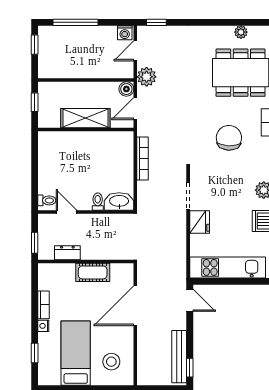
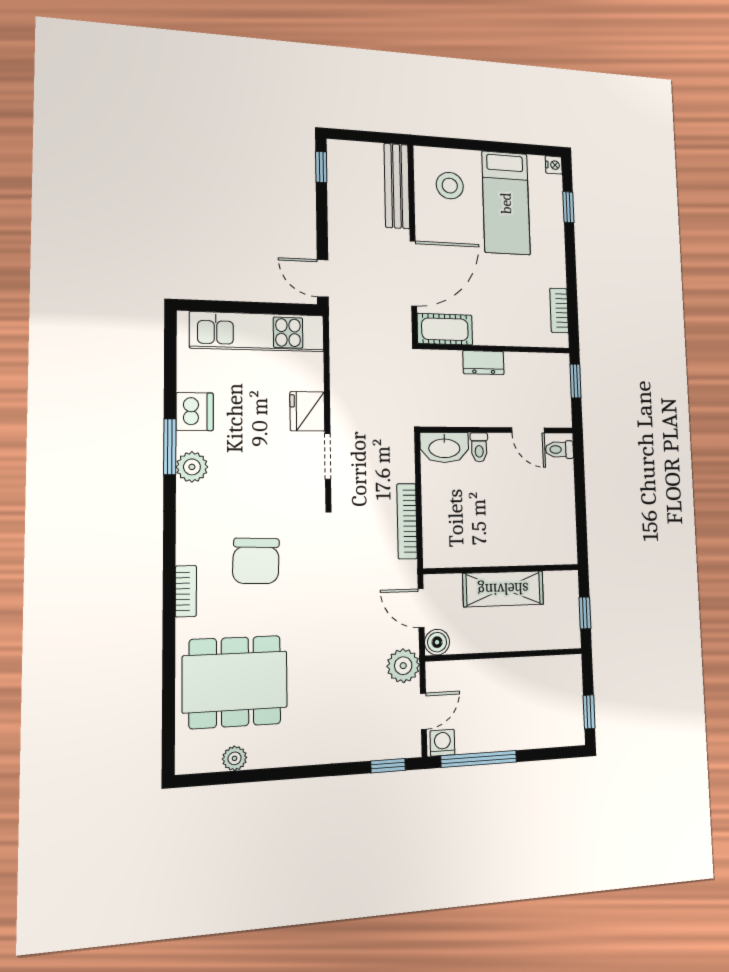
window: (75, 22) -> (479, 759), moved
door: (135, 109) -> (421, 608), swing flipped
dresser: (67, 253) -> (483, 363), moved
cot: (93, 272) -> (445, 329), moved
bookcase: (44, 305) -> (559, 310), moved
nightstand: (43, 326) -> (554, 165), moved
bench: (179, 357) -> (397, 186), moved

